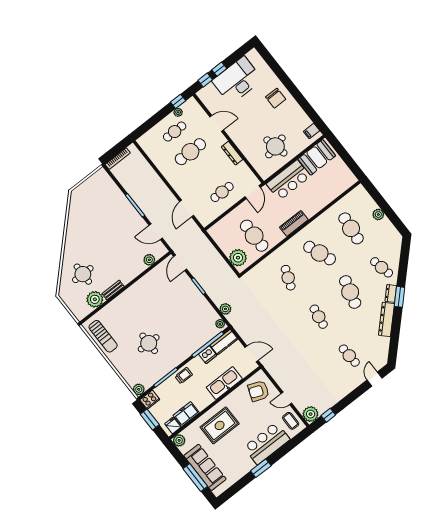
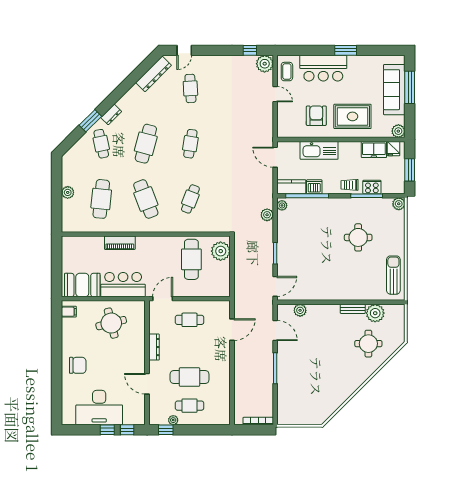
chair: (276, 98) -> (78, 365), turned 90
piano: (294, 223) -> (120, 243), moved
window: (400, 297) -> (90, 121), moved
dresser: (386, 319) -> (153, 74), moved
armchair: (259, 391) -> (316, 116), moved, turned -111
cooker: (150, 400) -> (372, 187), moved

